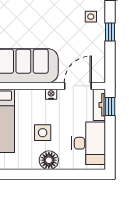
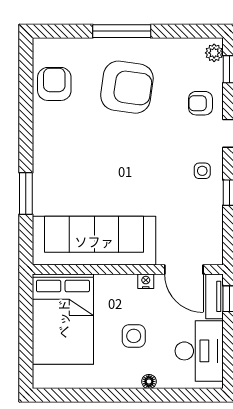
door: (78, 86) -> (184, 269), swing flipped
floor lamp: (49, 160) -> (149, 381), width x0.53, depth x0.53

